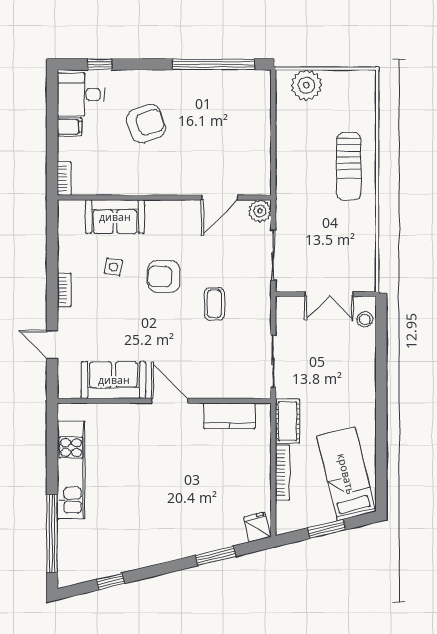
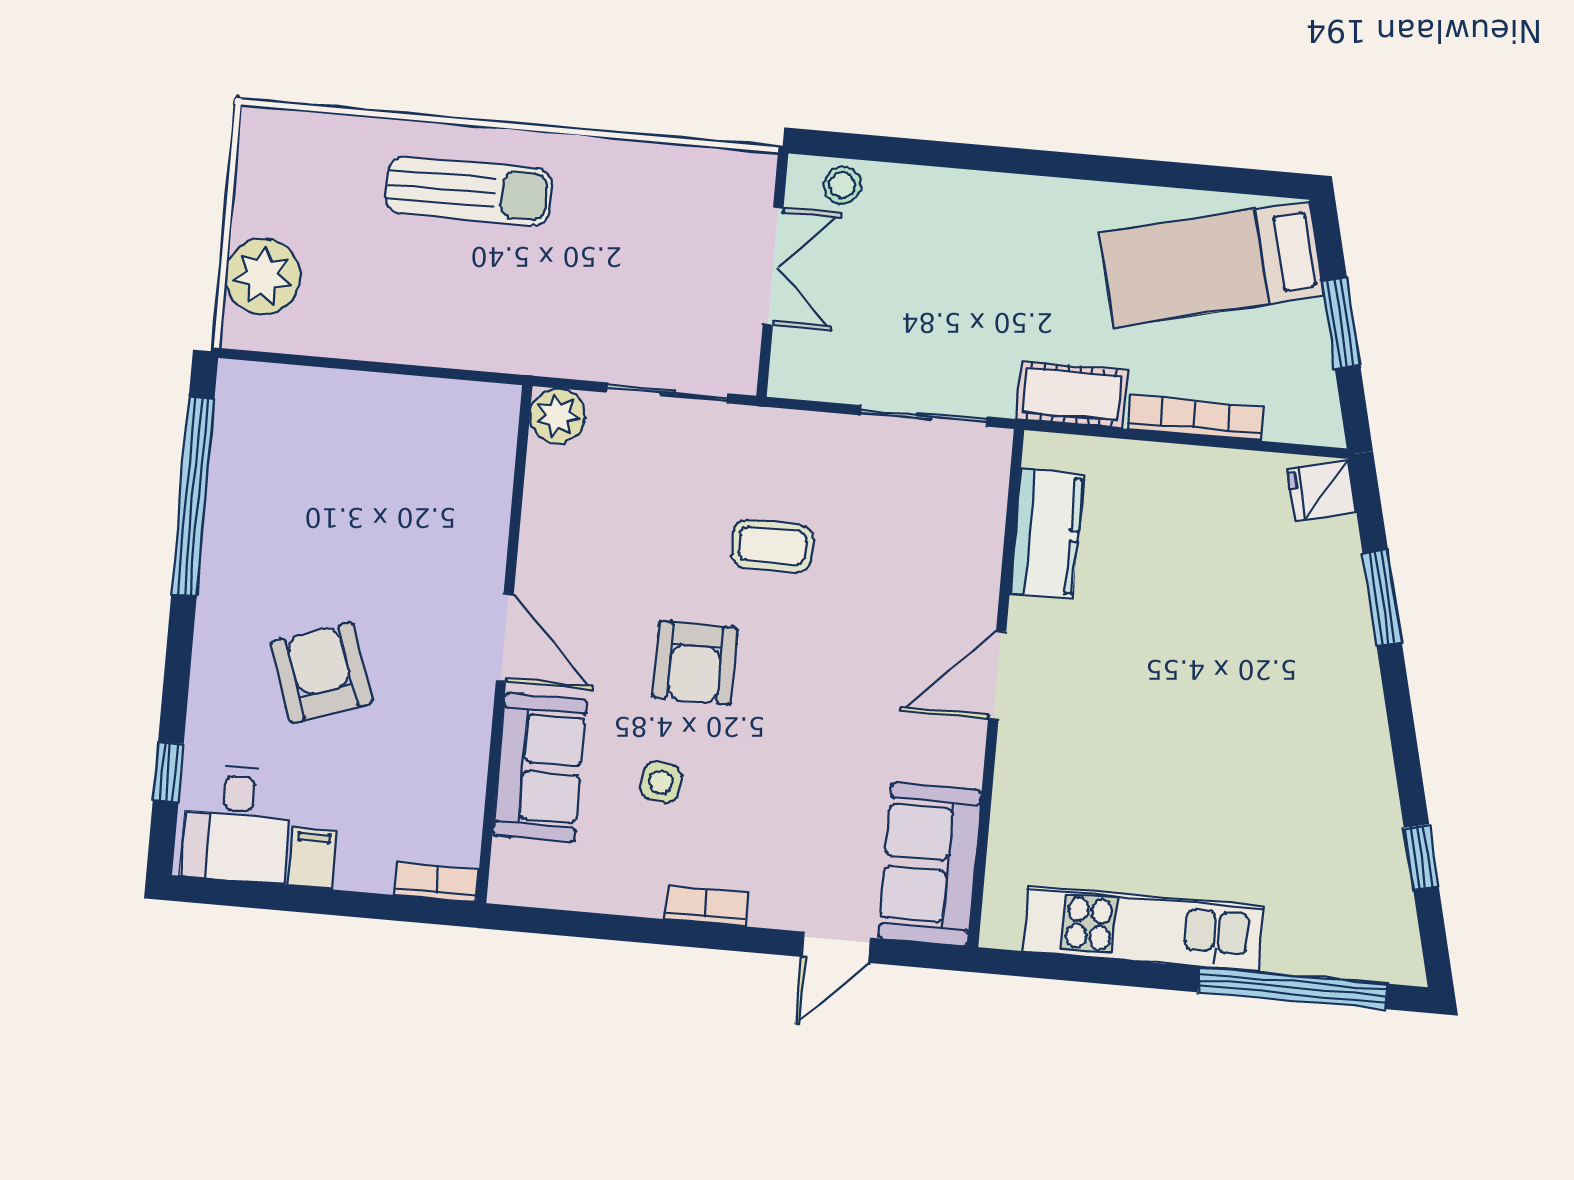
door: (220, 198) -> (505, 638), moved
sofa: (114, 380) -> (930, 864), moved

